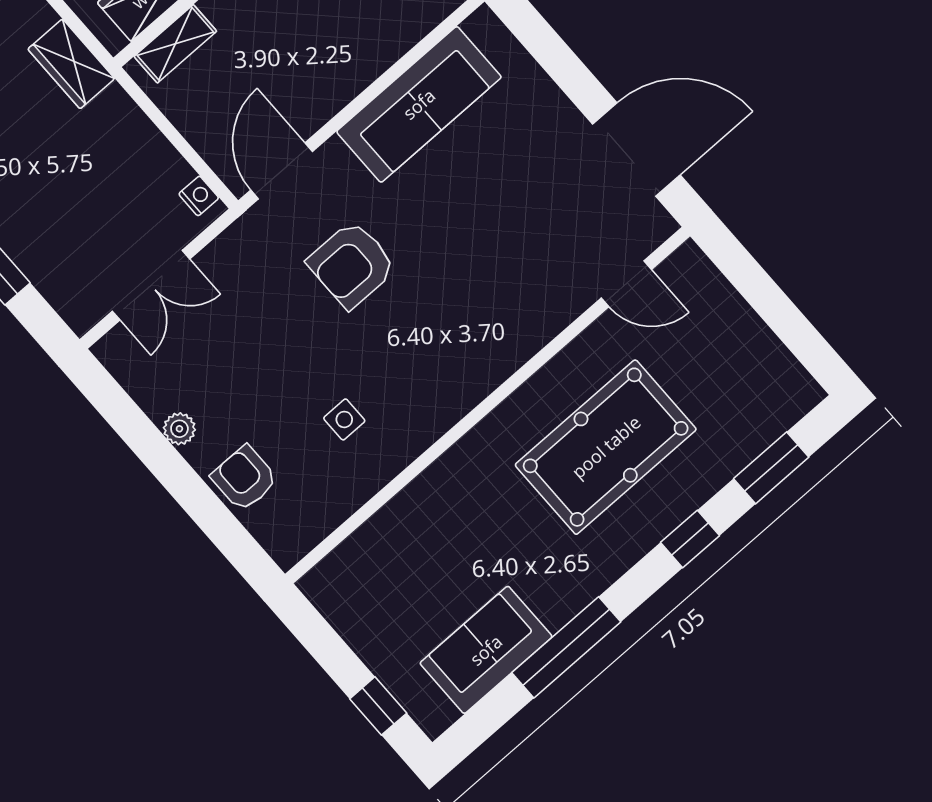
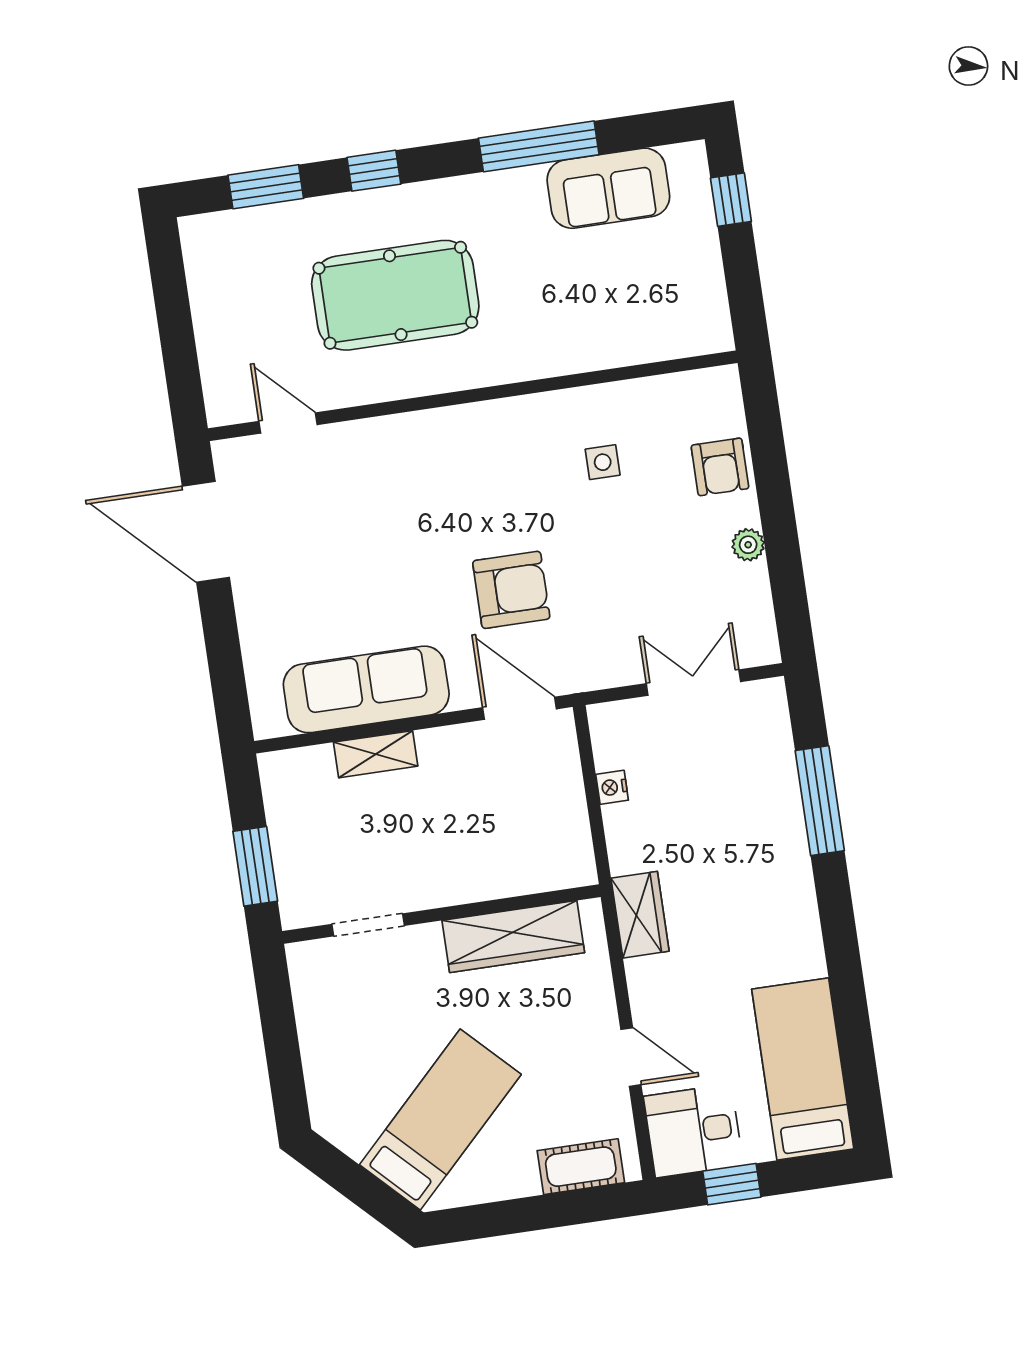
shelving: (175, 44) -> (376, 754), moved
door: (282, 171) -> (519, 708), swing flipped
nightstand: (199, 196) -> (612, 787), moved

